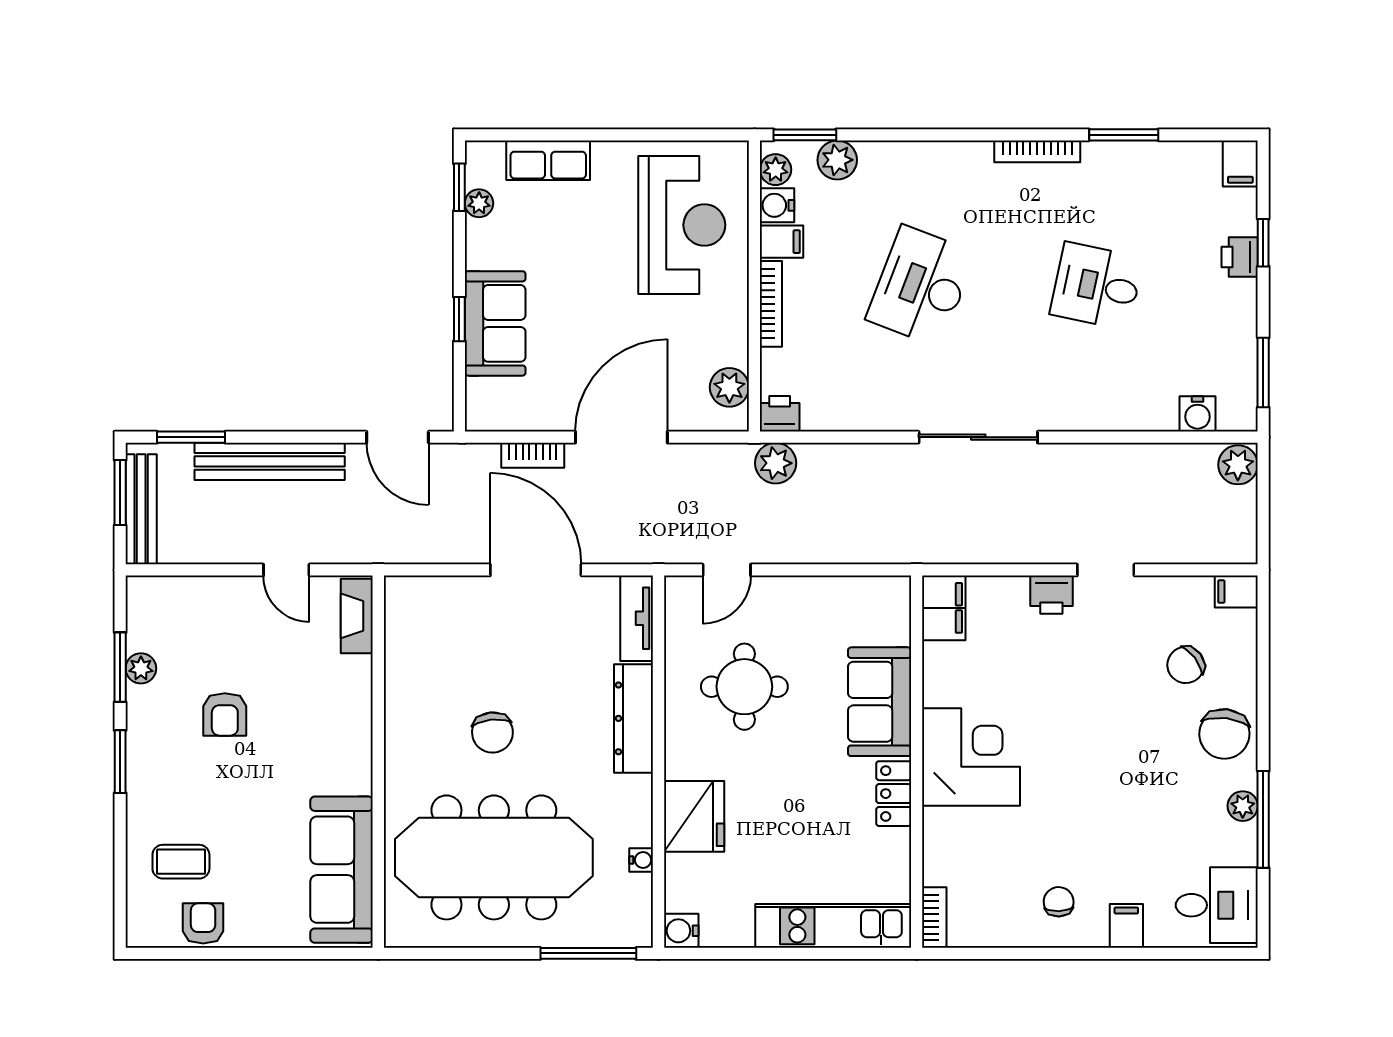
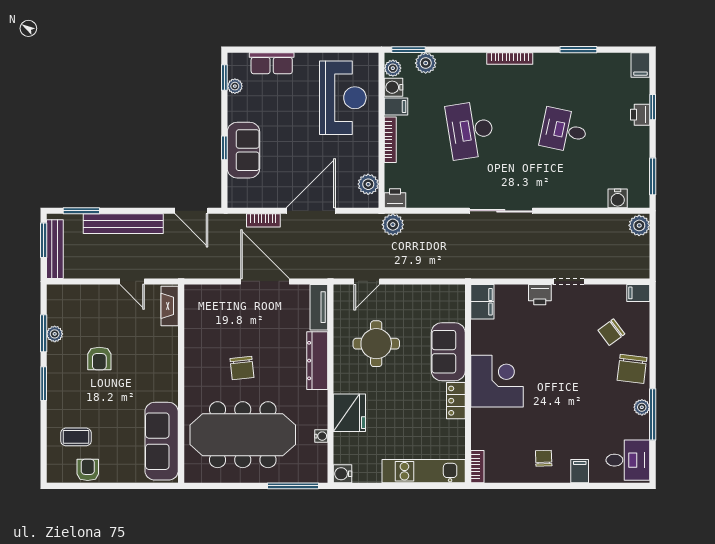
bookcase: (1037, 151) -> (510, 58), moved
desk: (921, 286) -> (470, 130), turned -30

